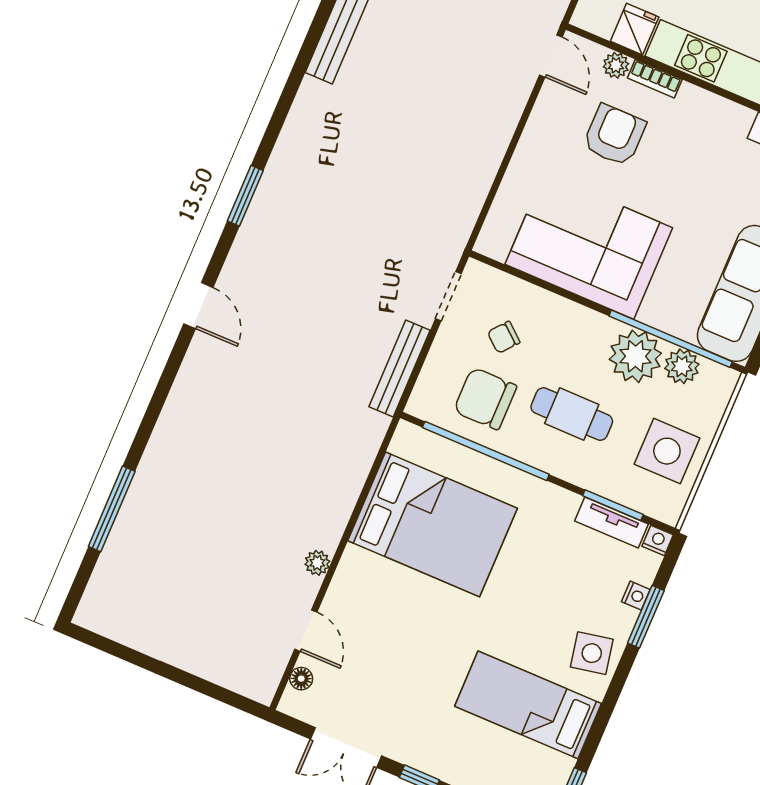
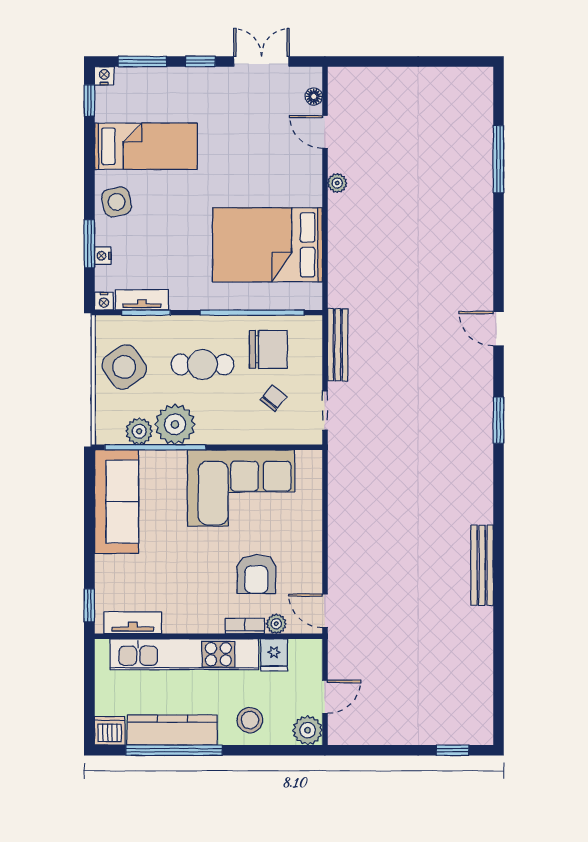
side table: (667, 451) -> (124, 367), turned -35

